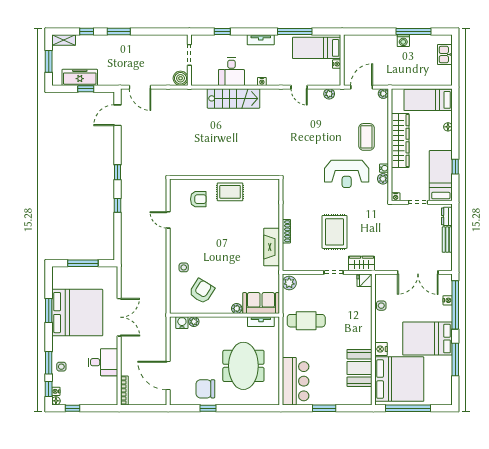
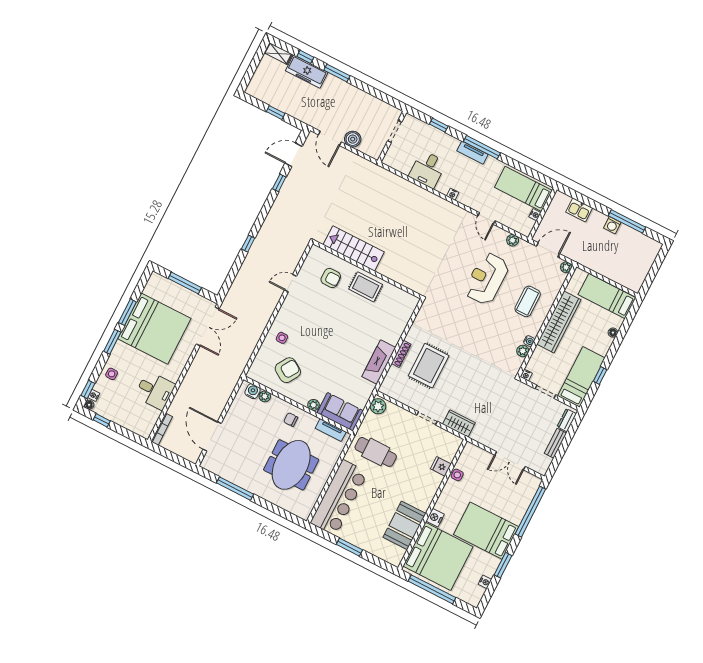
window: (295, 32) -> (482, 147), moved
kitchen sink: (445, 55) -> (579, 210), moved, turned -90
window: (49, 61) -> (253, 67), removed
freezer: (80, 77) -> (307, 72), moved, turned 180
boiler: (181, 78) -> (353, 139), moved
stairs: (234, 98) -> (354, 248), moved, turned 180
window: (118, 172) -> (279, 183), moved
reception desk: (347, 174) -> (487, 279), moved, turned 90
door: (168, 220) -> (291, 283), hinge flipped
rug: (335, 232) -> (429, 366), moved
double door: (418, 272) -> (510, 461), width x0.73
fridge: (364, 280) -> (441, 466), moved
nightstand: (448, 300) -> (485, 582), moved
double door: (119, 317) -> (208, 326), moved
window: (455, 359) -> (503, 565), width x0.69
window: (49, 363) -> (112, 342), moved
bar counter: (296, 381) -> (339, 498), width x1.36
chair: (205, 389) -> (291, 420), moved, width x0.54, depth x0.54
window: (208, 408) -> (235, 489), width x2.17

